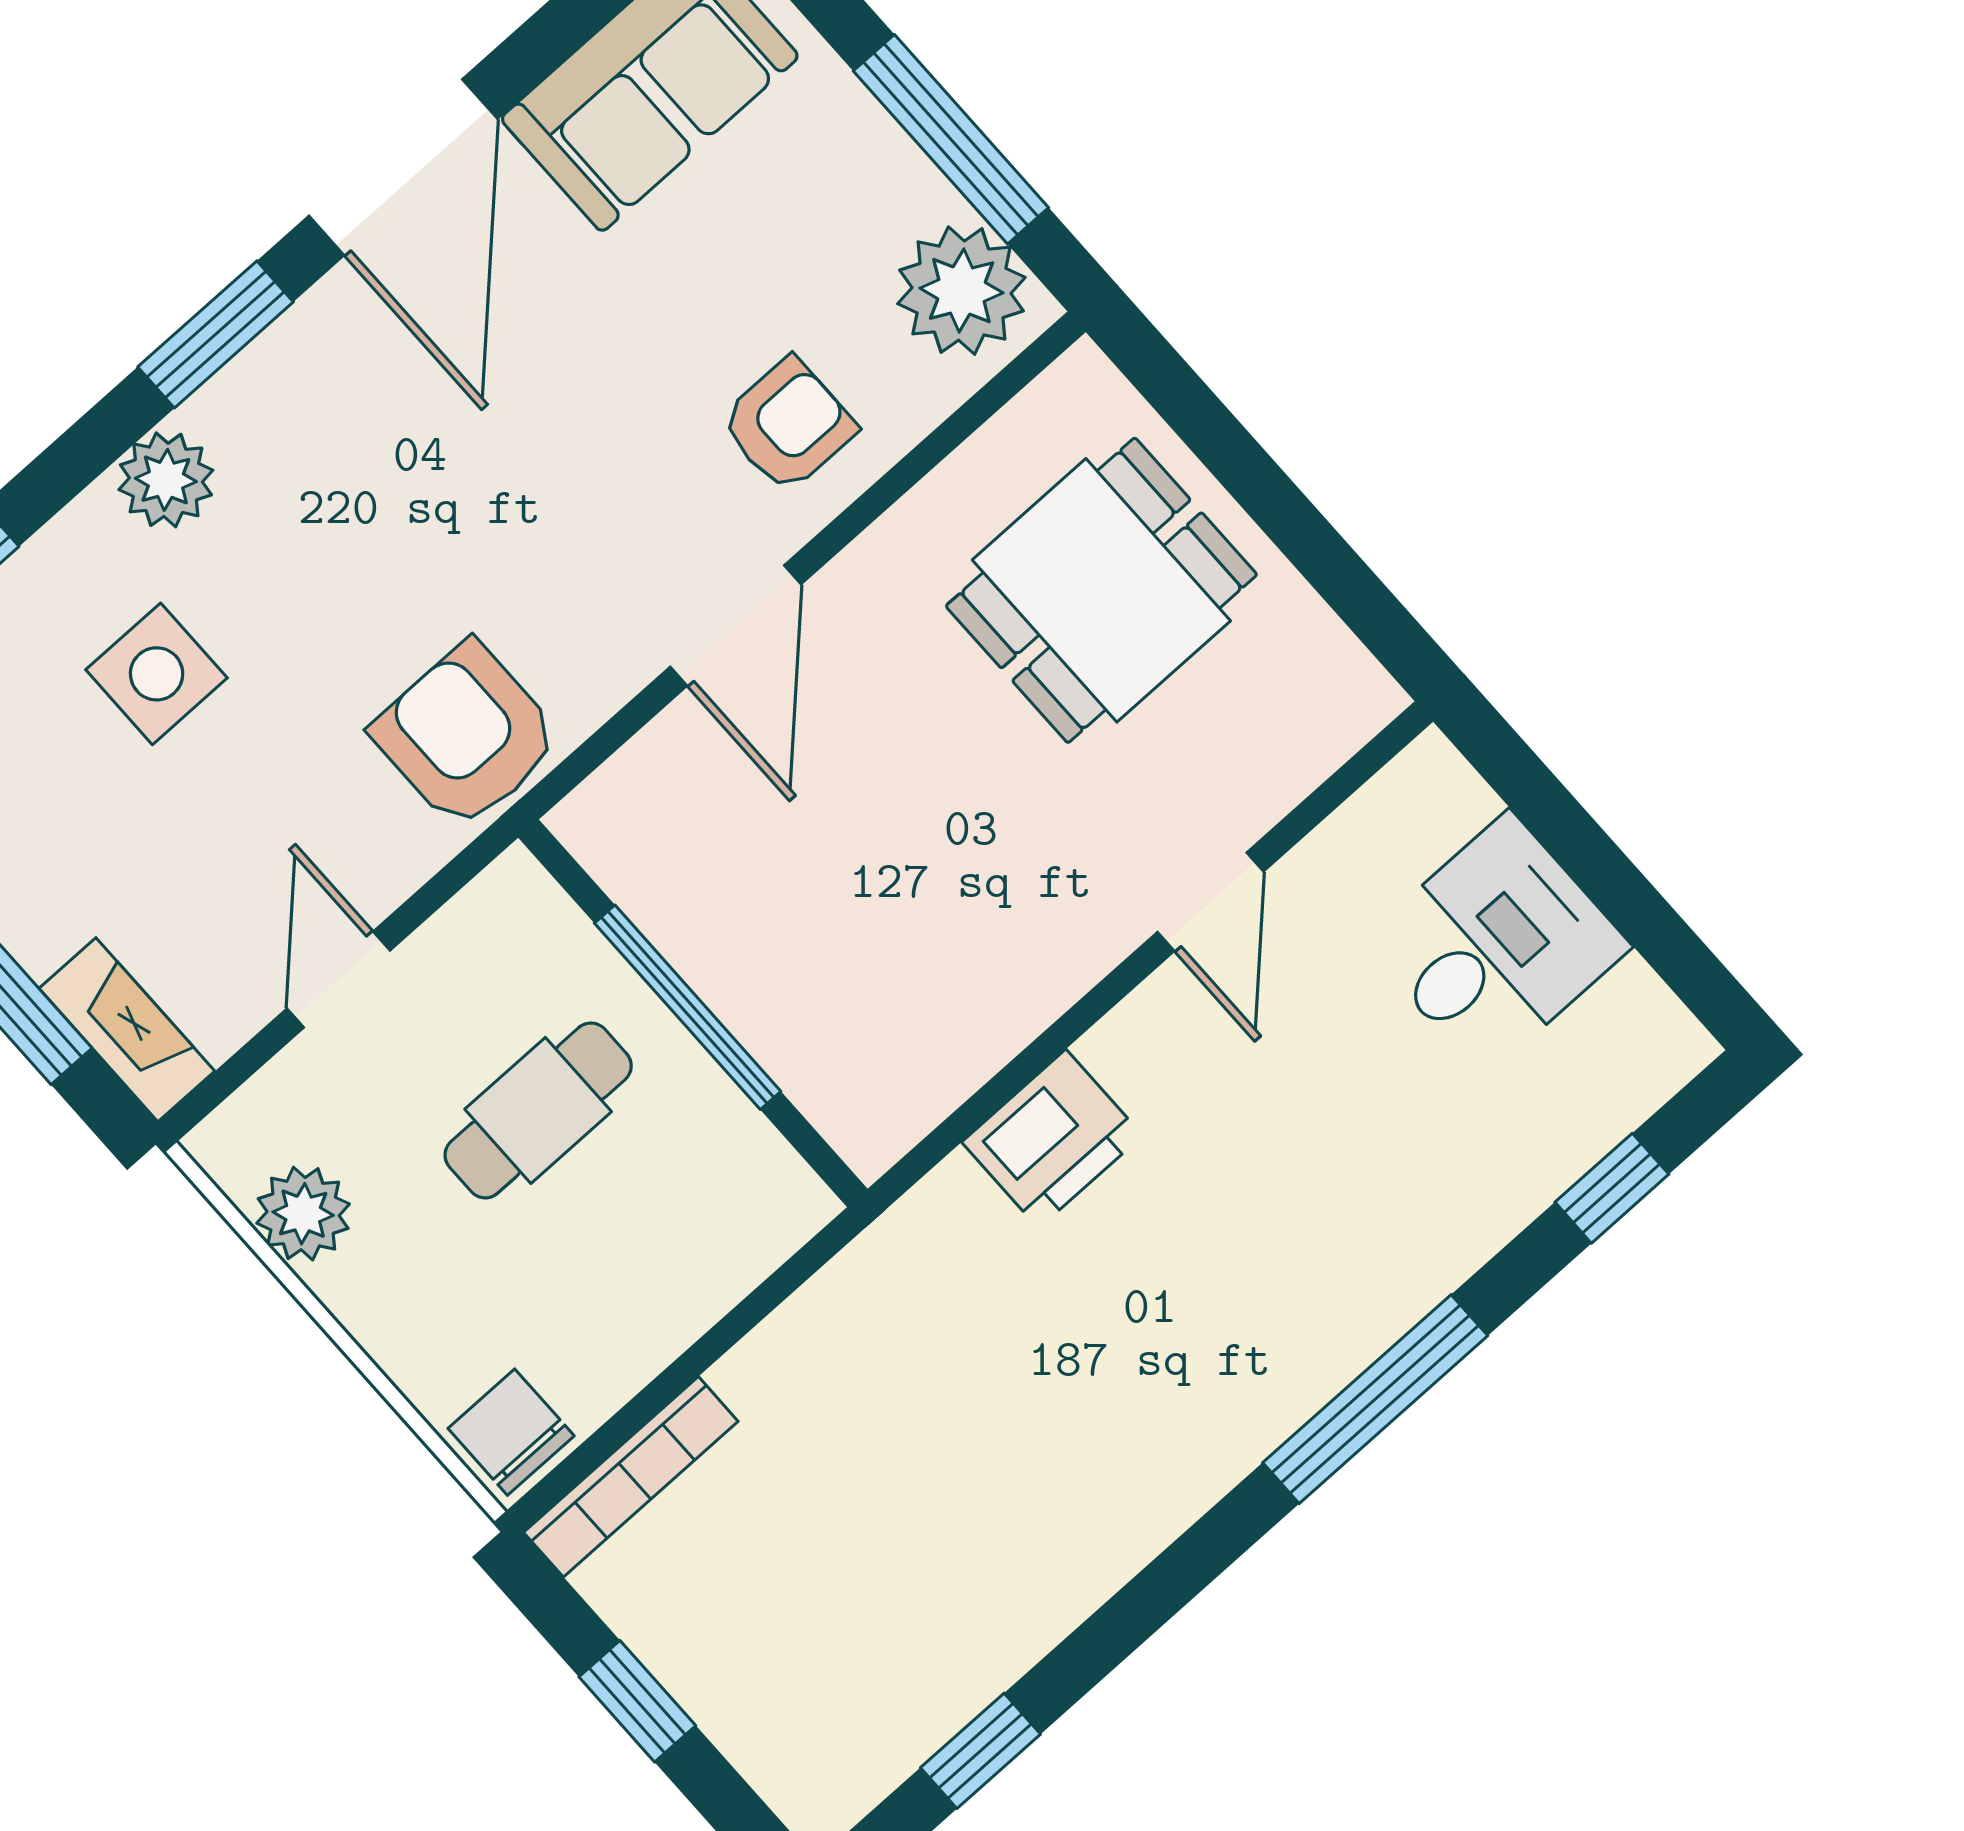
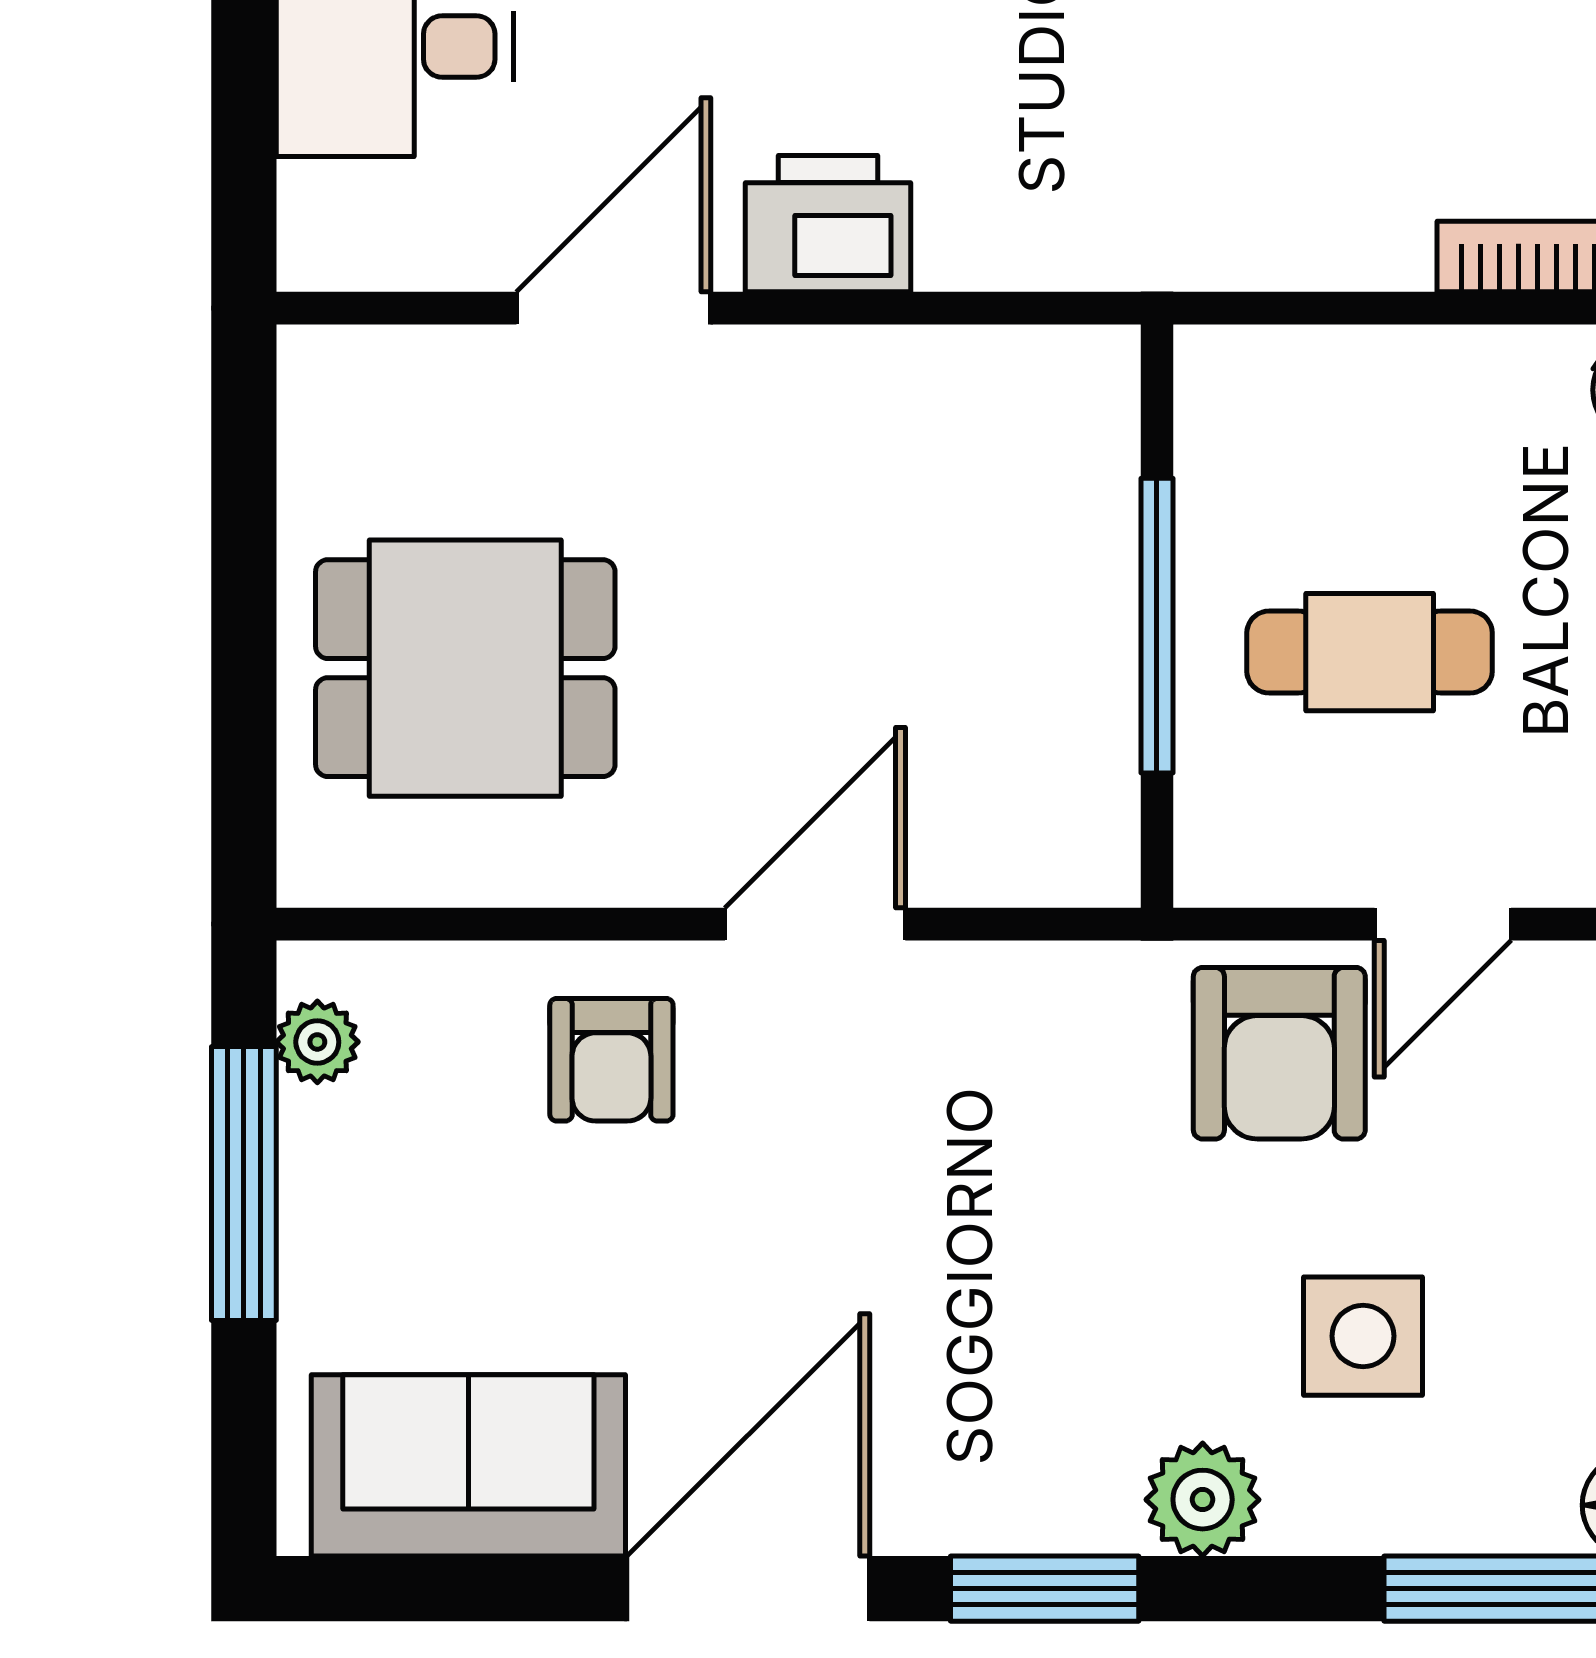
plant: (961, 291) -> (317, 1042), width x0.53, depth x0.53
armchair: (788, 425) -> (611, 1060), turned -90
armchair: (467, 736) -> (1279, 1053), moved
door: (1211, 902) -> (614, 308), width x1.38
printer: (1052, 1139) -> (828, 224), moved

